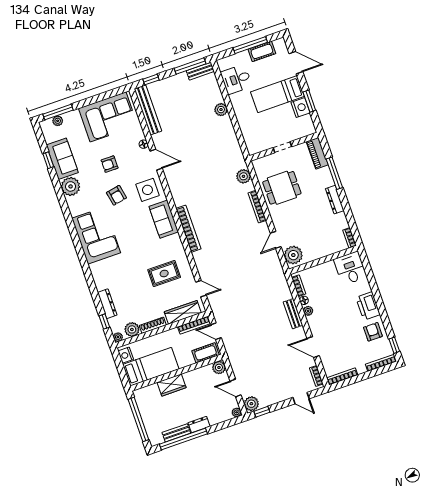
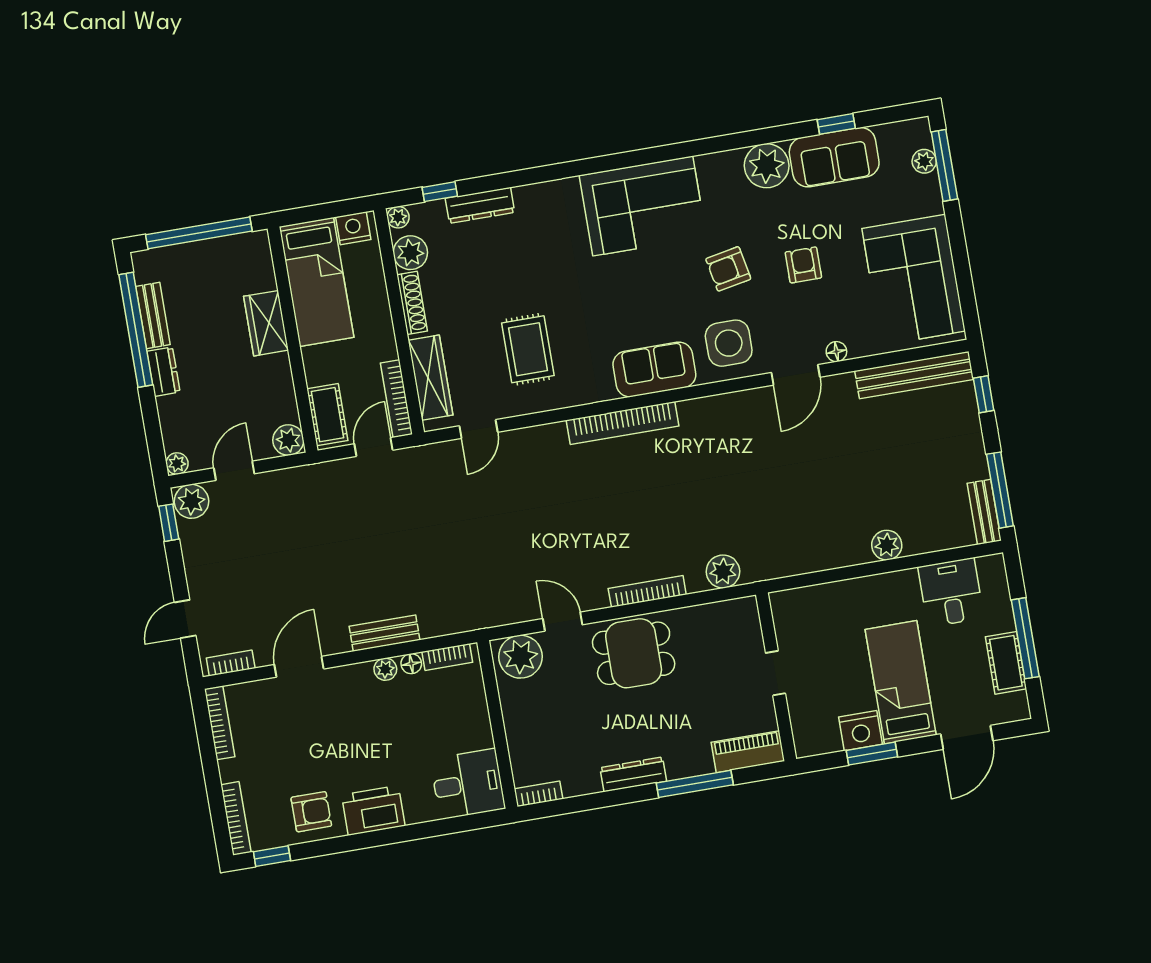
dining table: (282, 188) -> (634, 653), moved, turned 90

